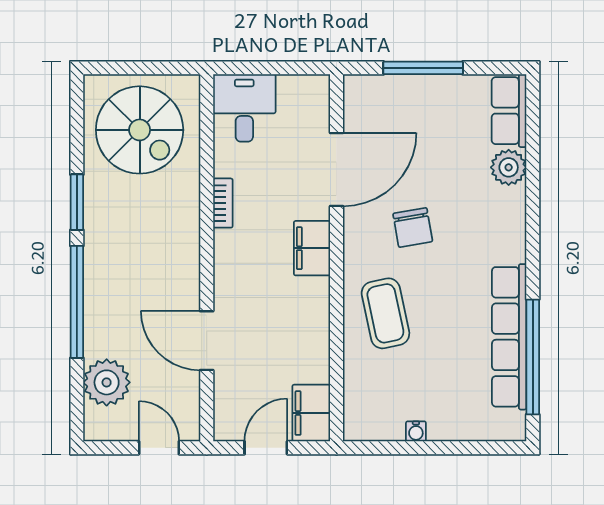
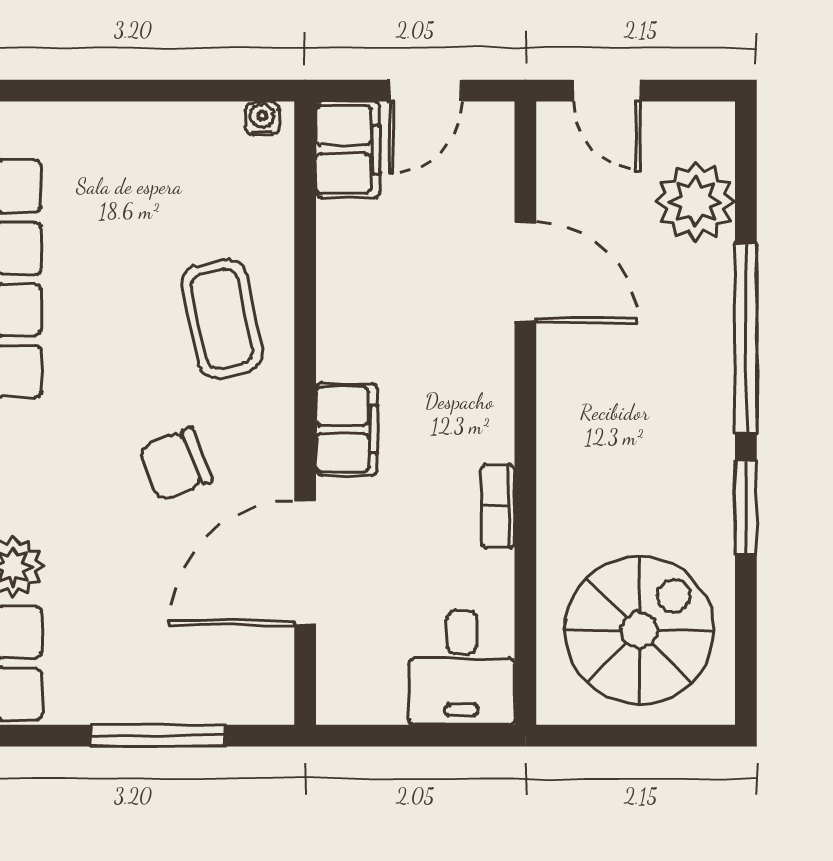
spiral stairs: (140, 130) -> (639, 630), turned 90
chair: (413, 228) -> (176, 464), turned -102
water cooler: (416, 431) -> (262, 118), moved

